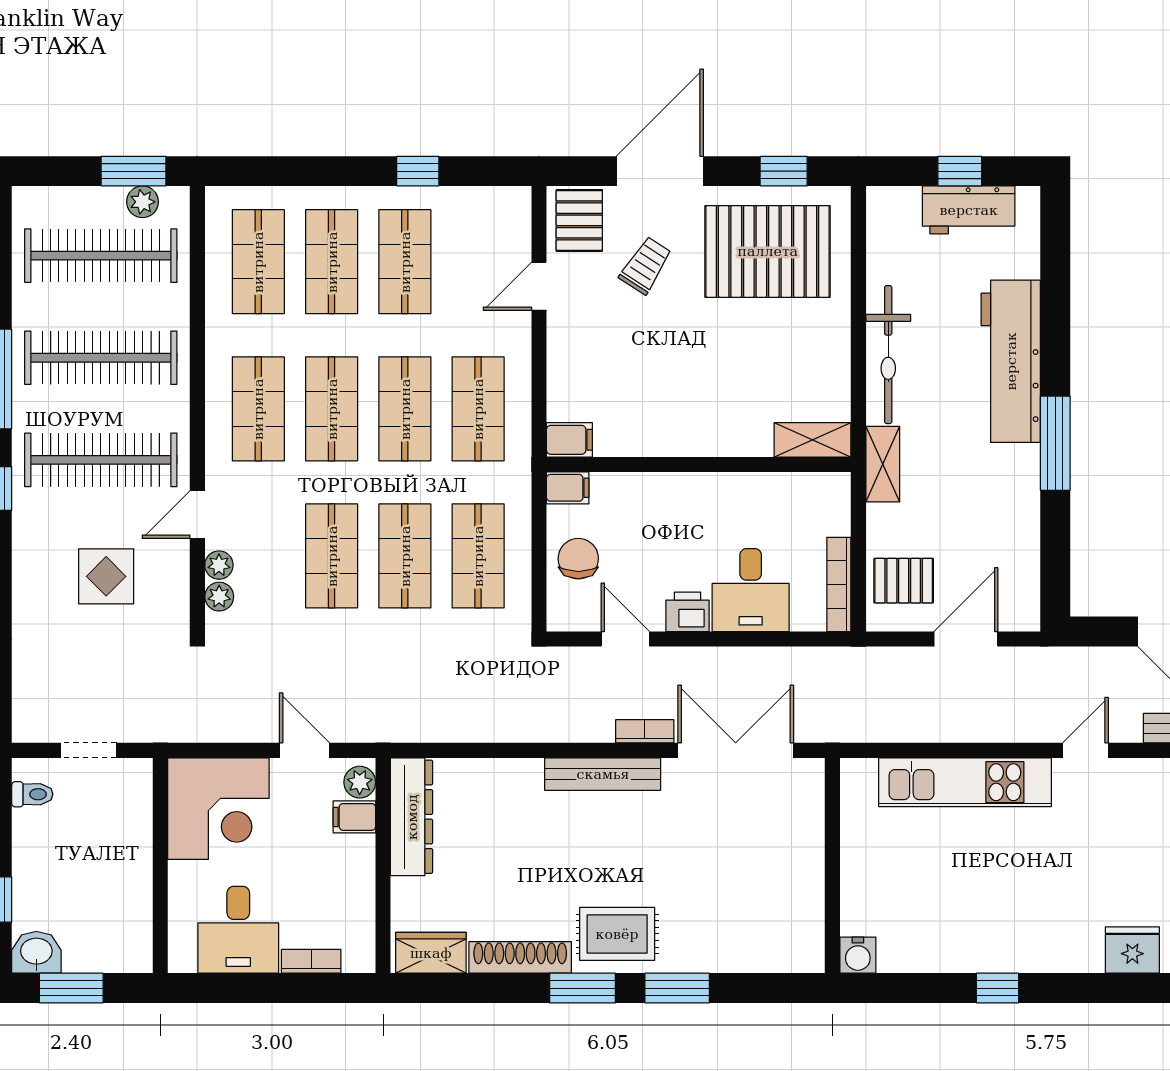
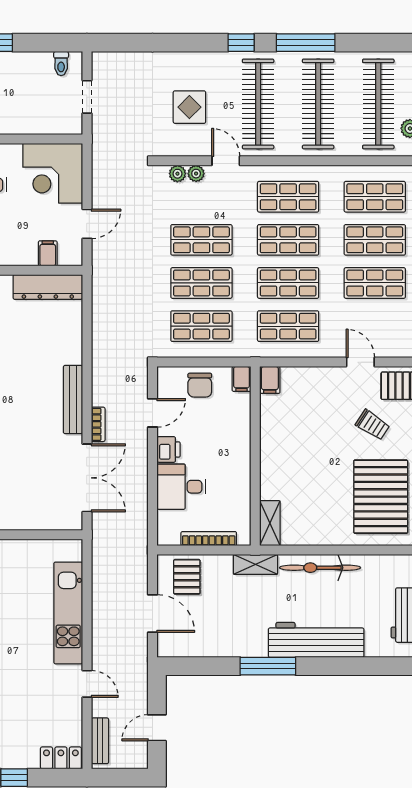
chair: (578, 559) -> (200, 385), turned 90
bookcase: (839, 584) -> (209, 539), moved
plant: (360, 782) -> (68, 256), removed

